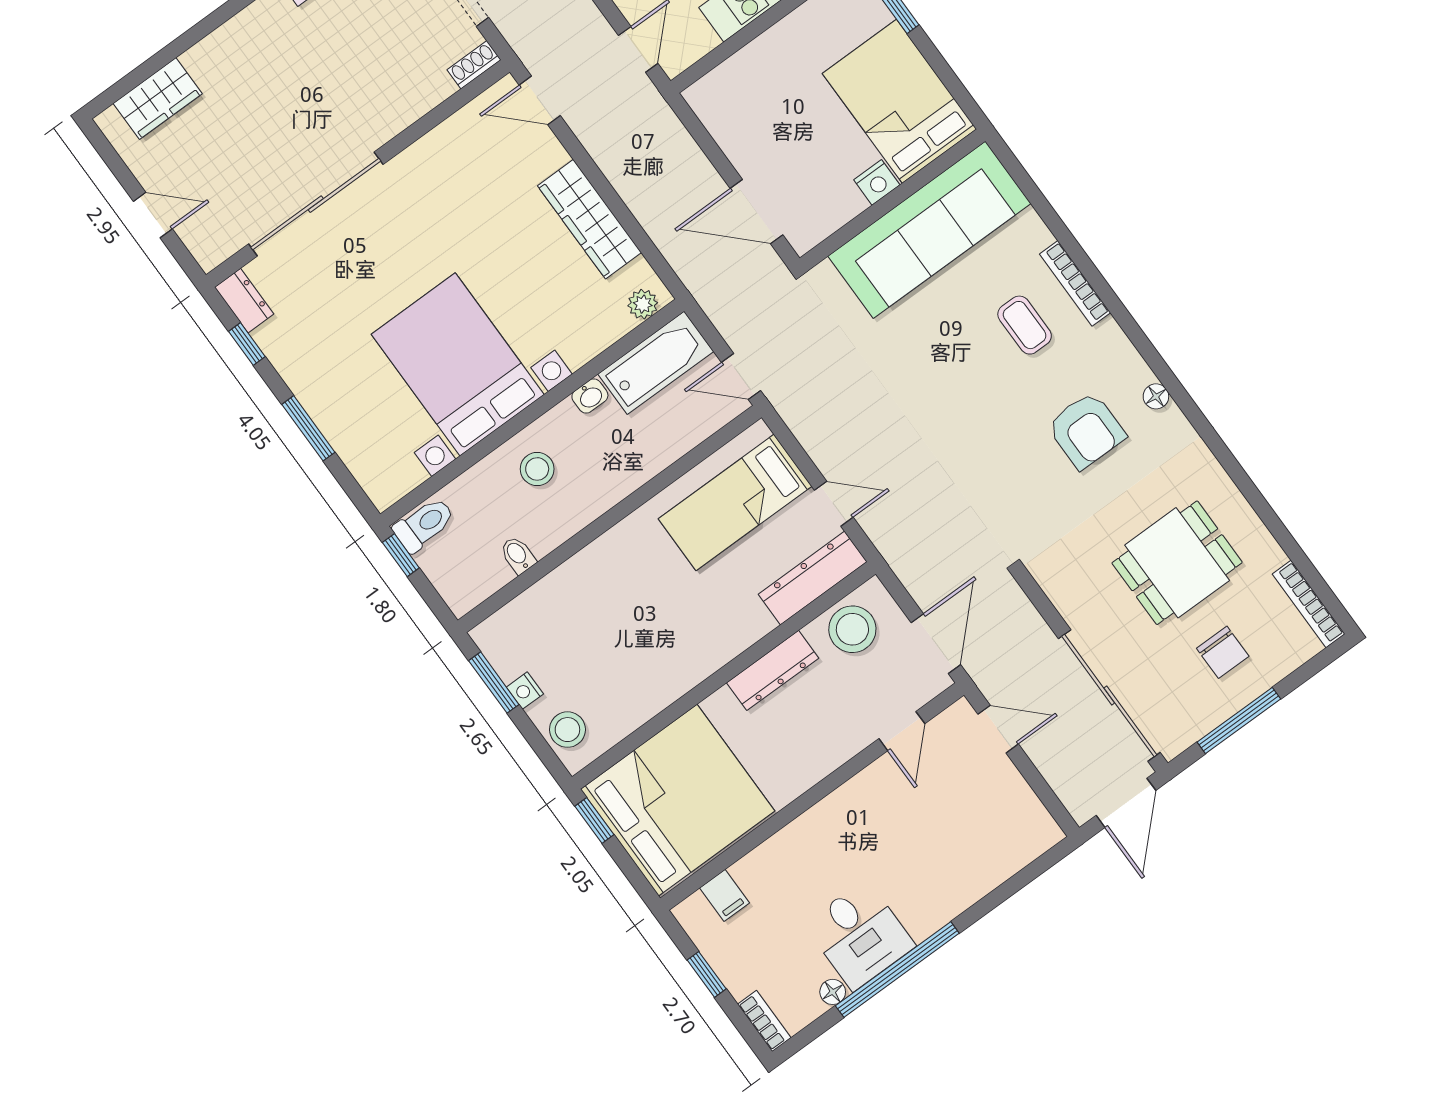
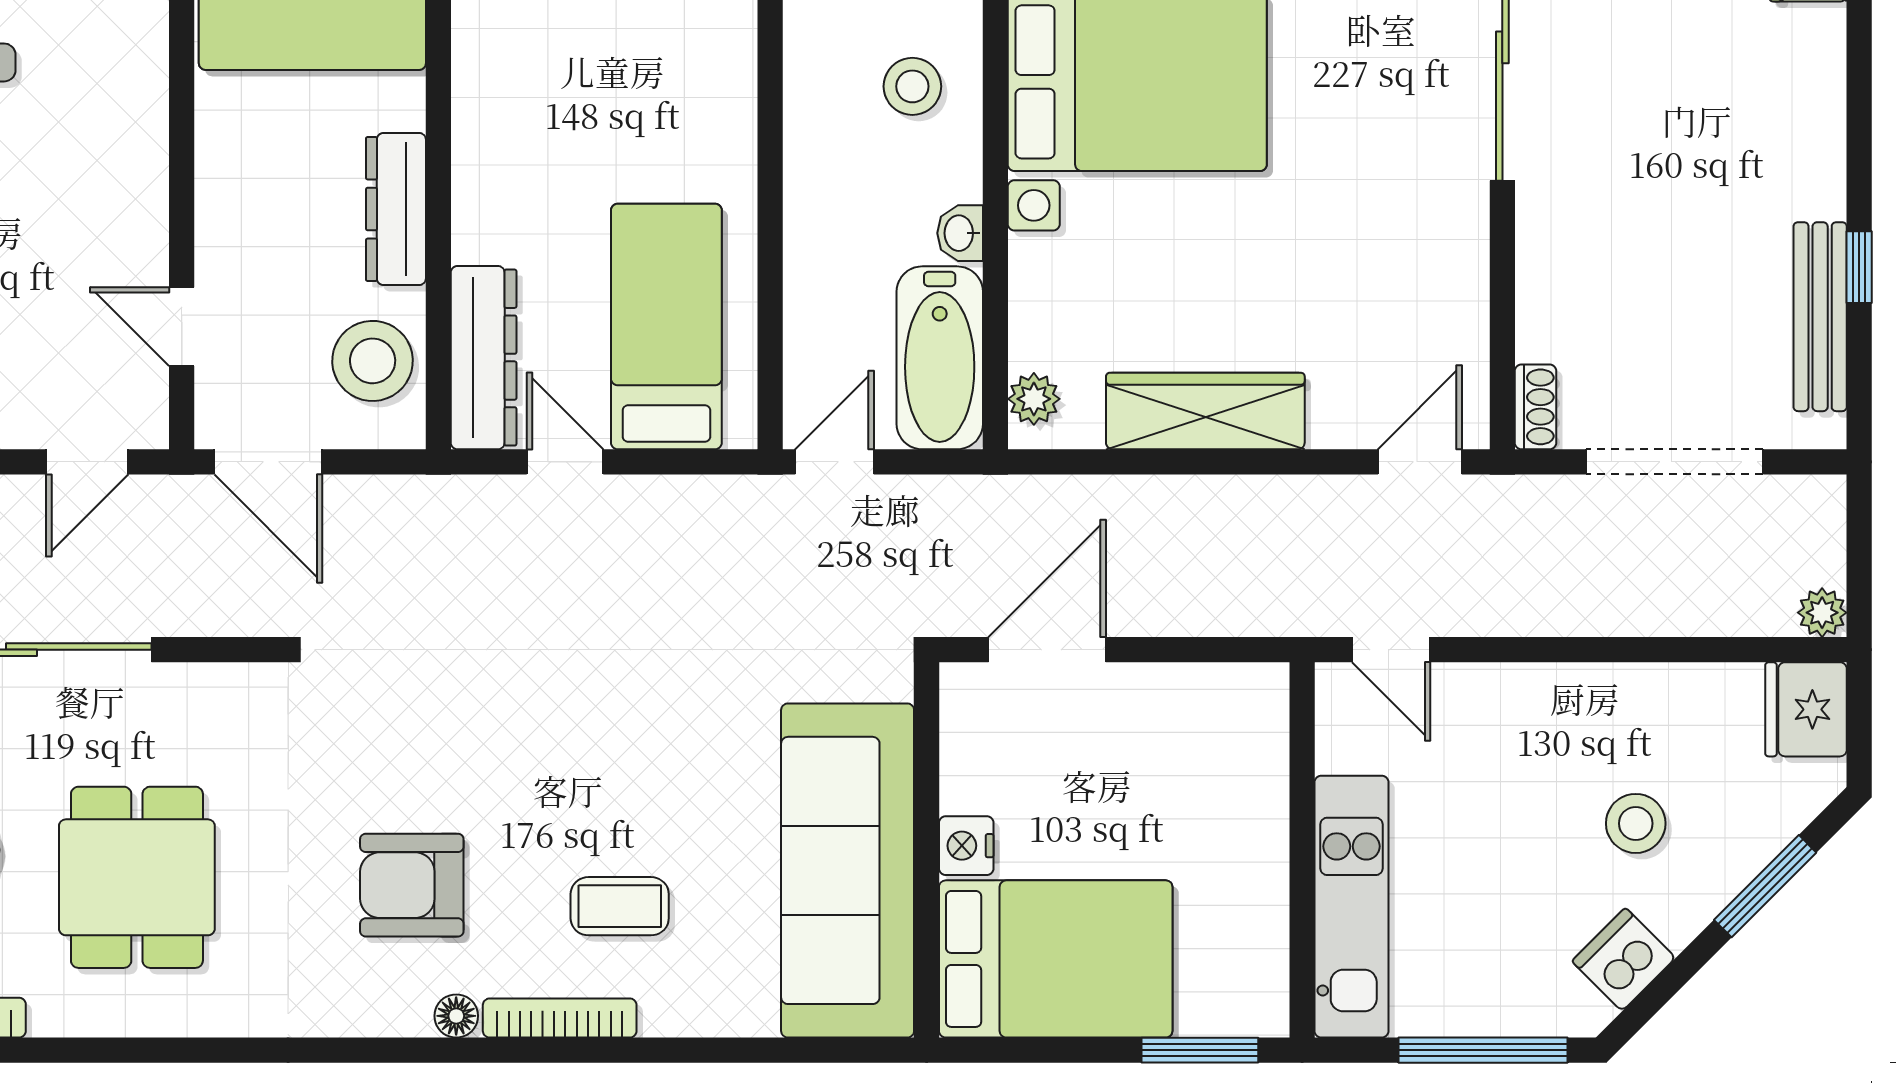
bookcase: (1075, 283) -> (560, 1018), moved
floor lamp: (1156, 396) -> (456, 1016), moved
door: (834, 504) -> (565, 462), swing flipped

